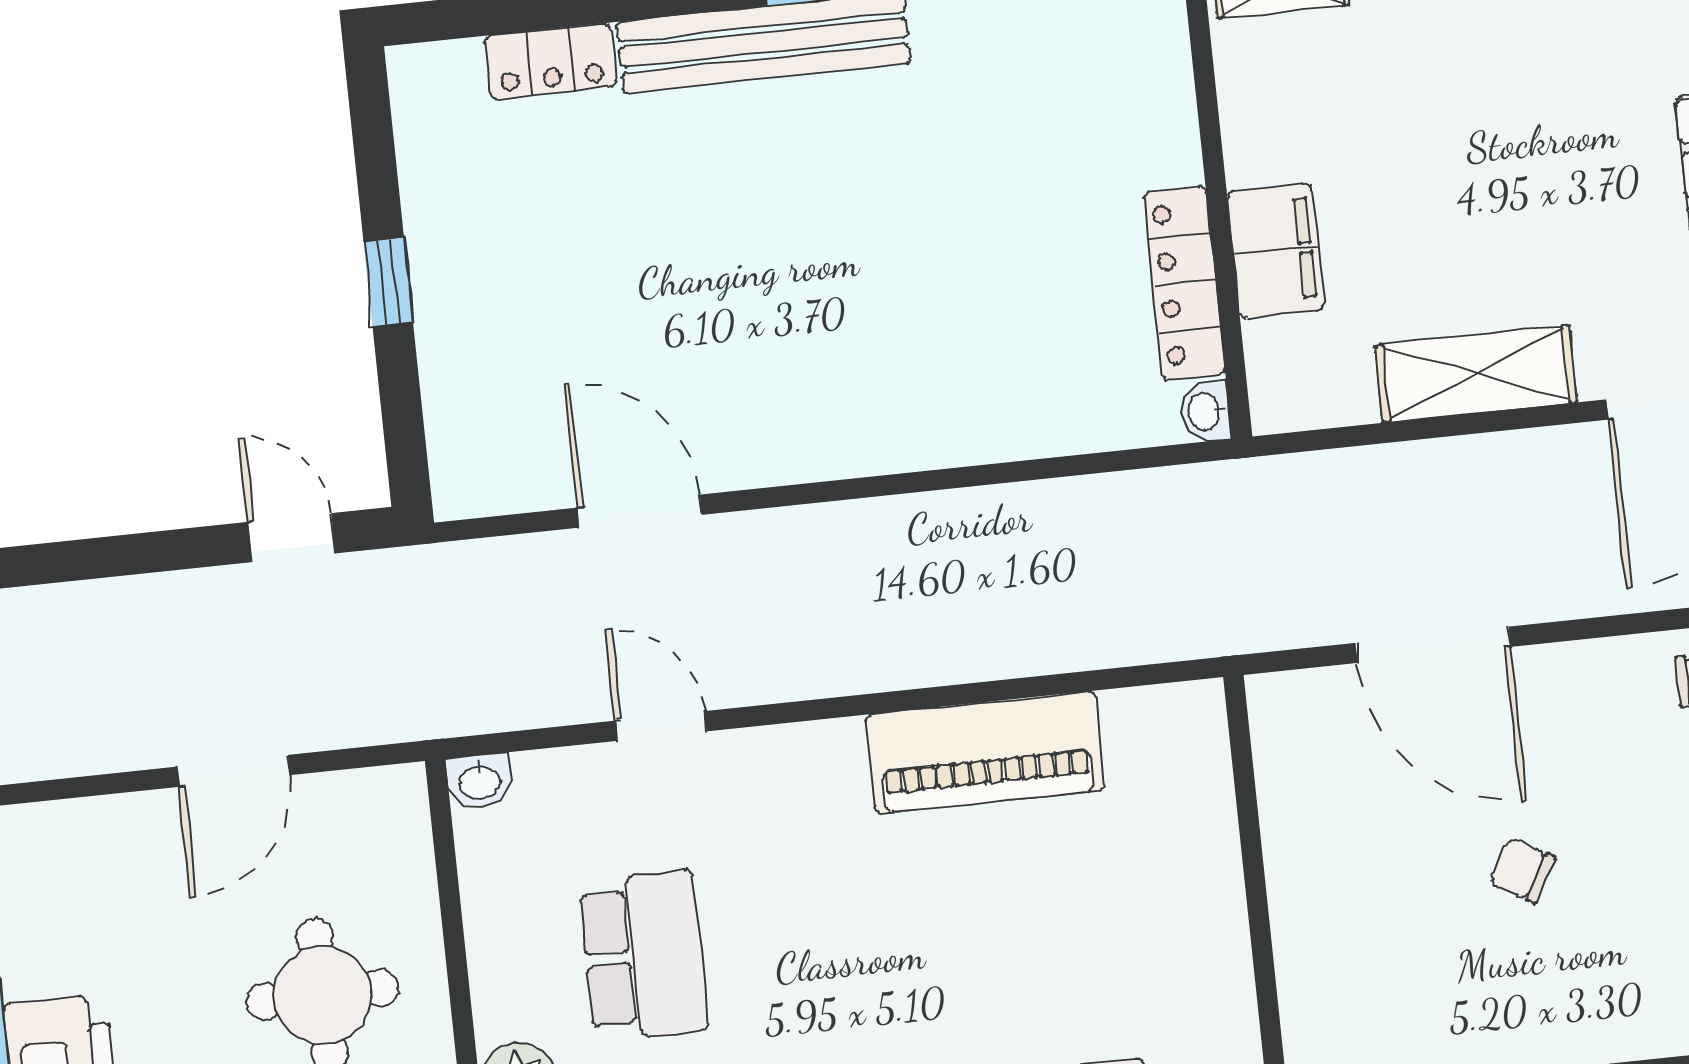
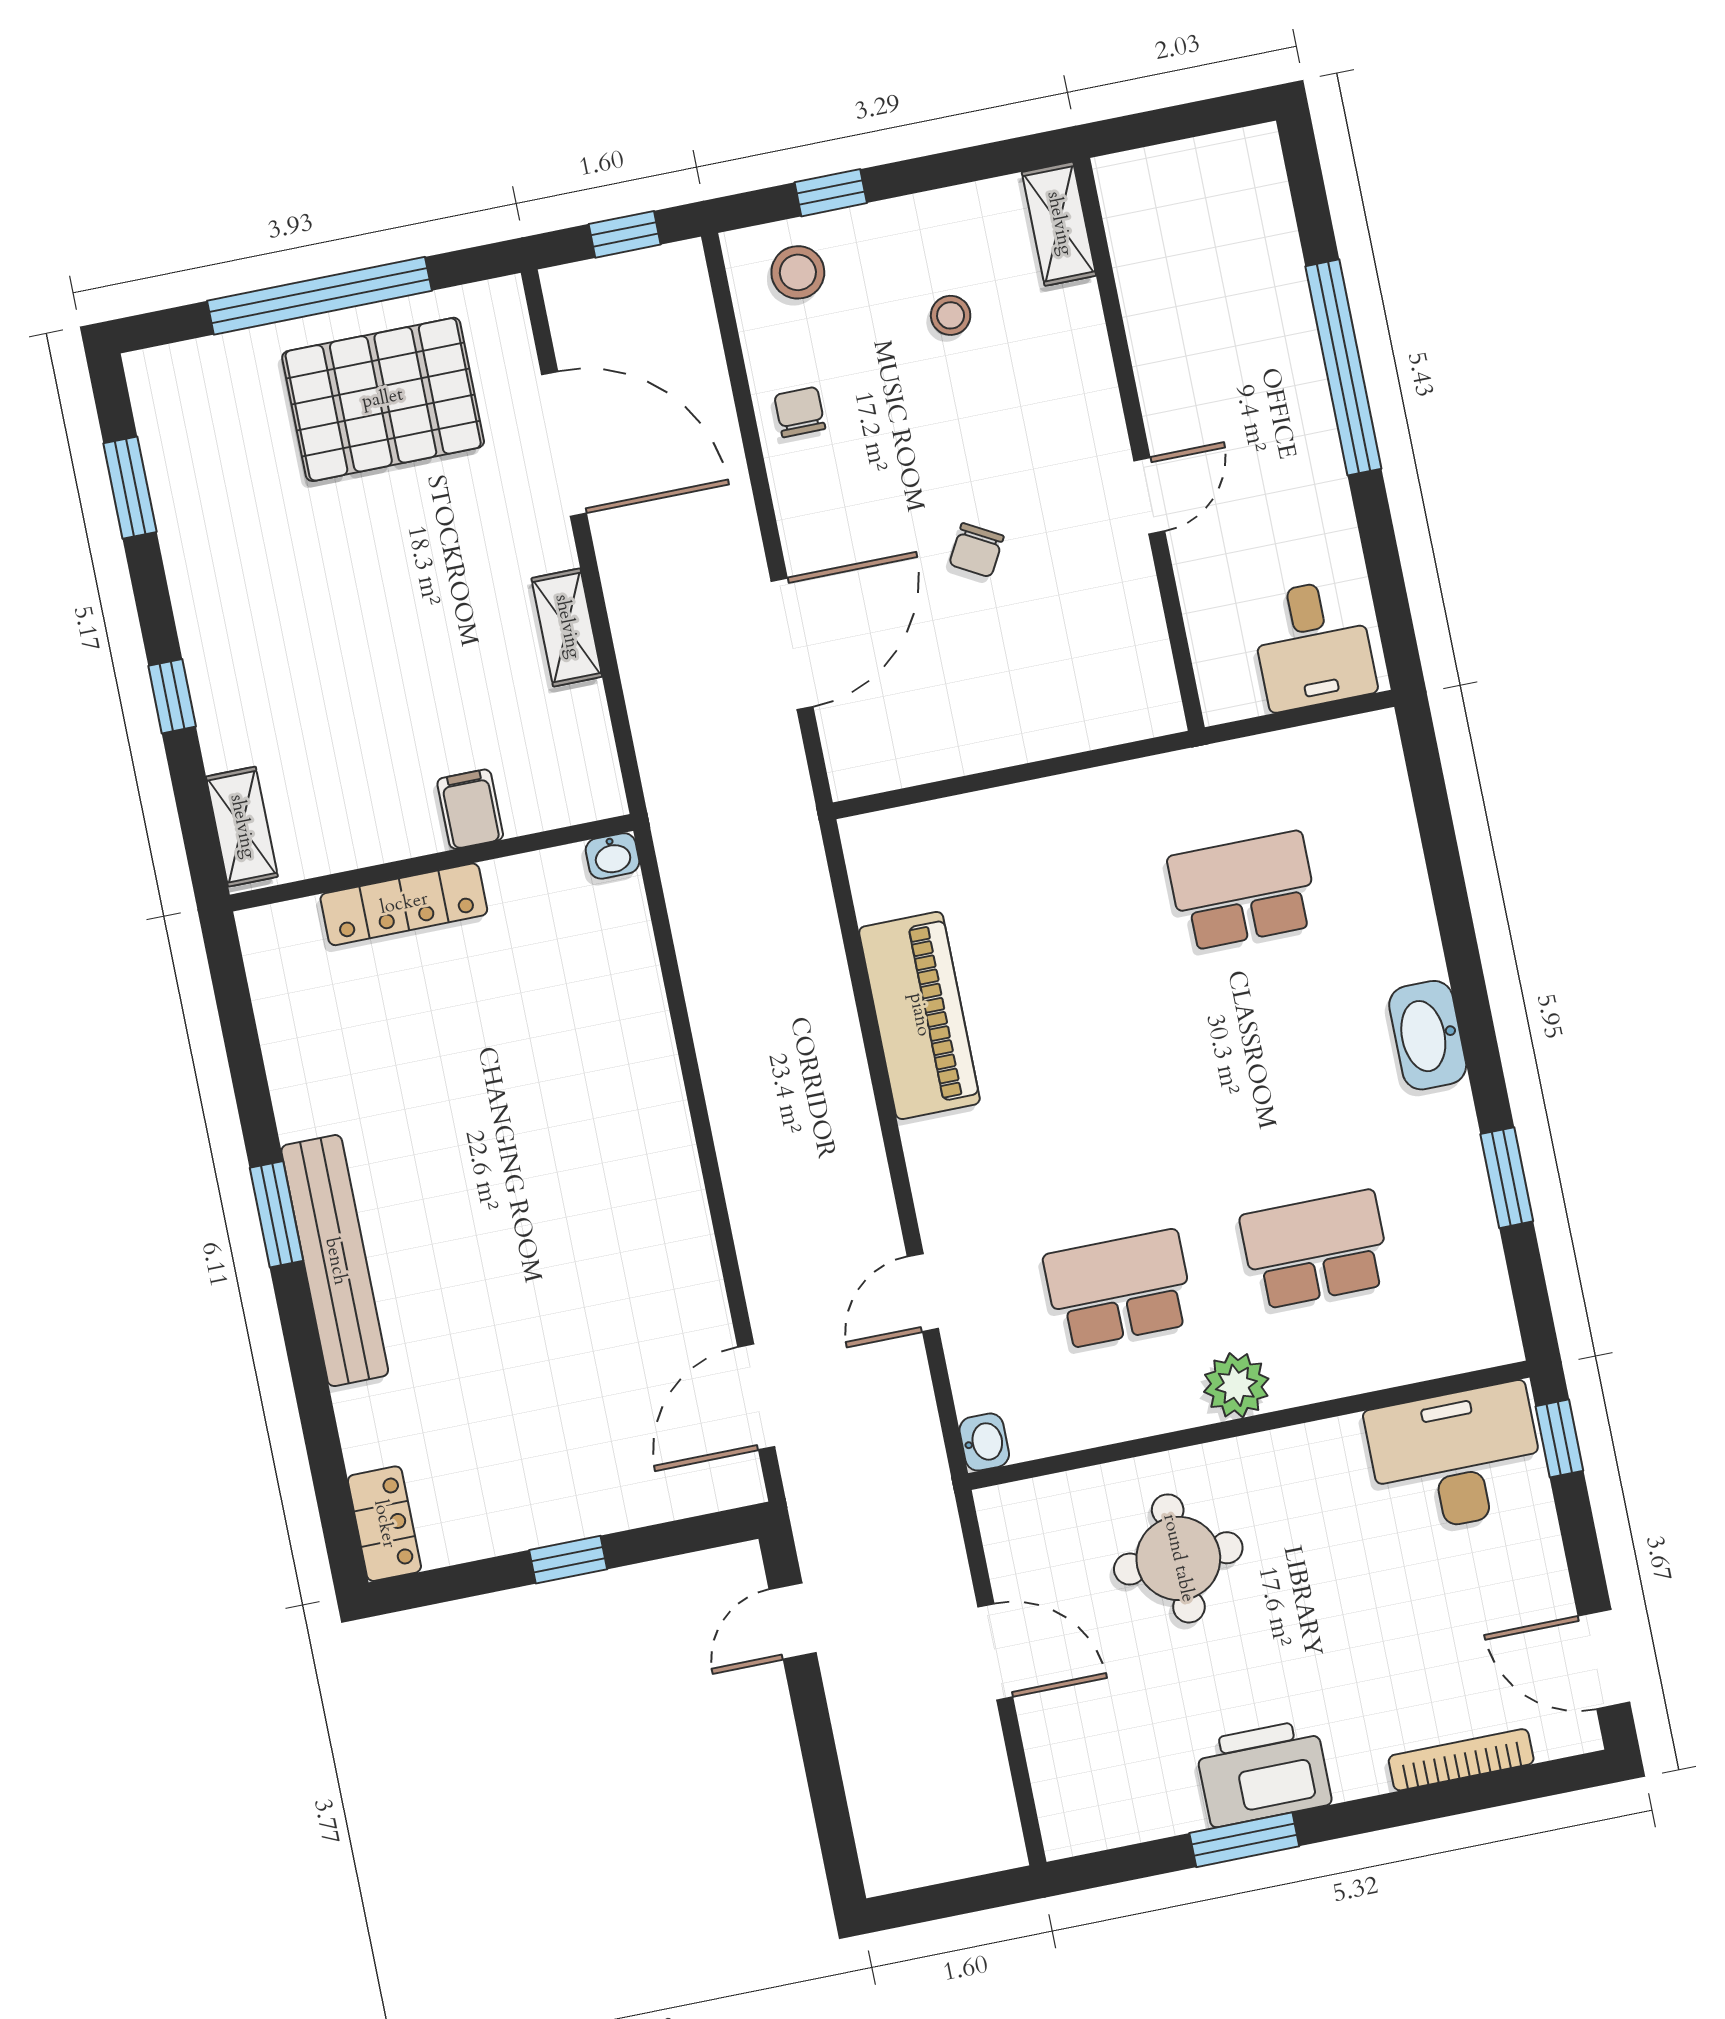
locker: (550, 61) -> (384, 1524), moved
filing cabinet: (1276, 251) -> (470, 809), width x0.50
locker: (1184, 283) -> (404, 904), moved
shelving: (1476, 374) -> (567, 627), width x0.67, depth x0.75
door: (639, 511) -> (756, 1397), moved

